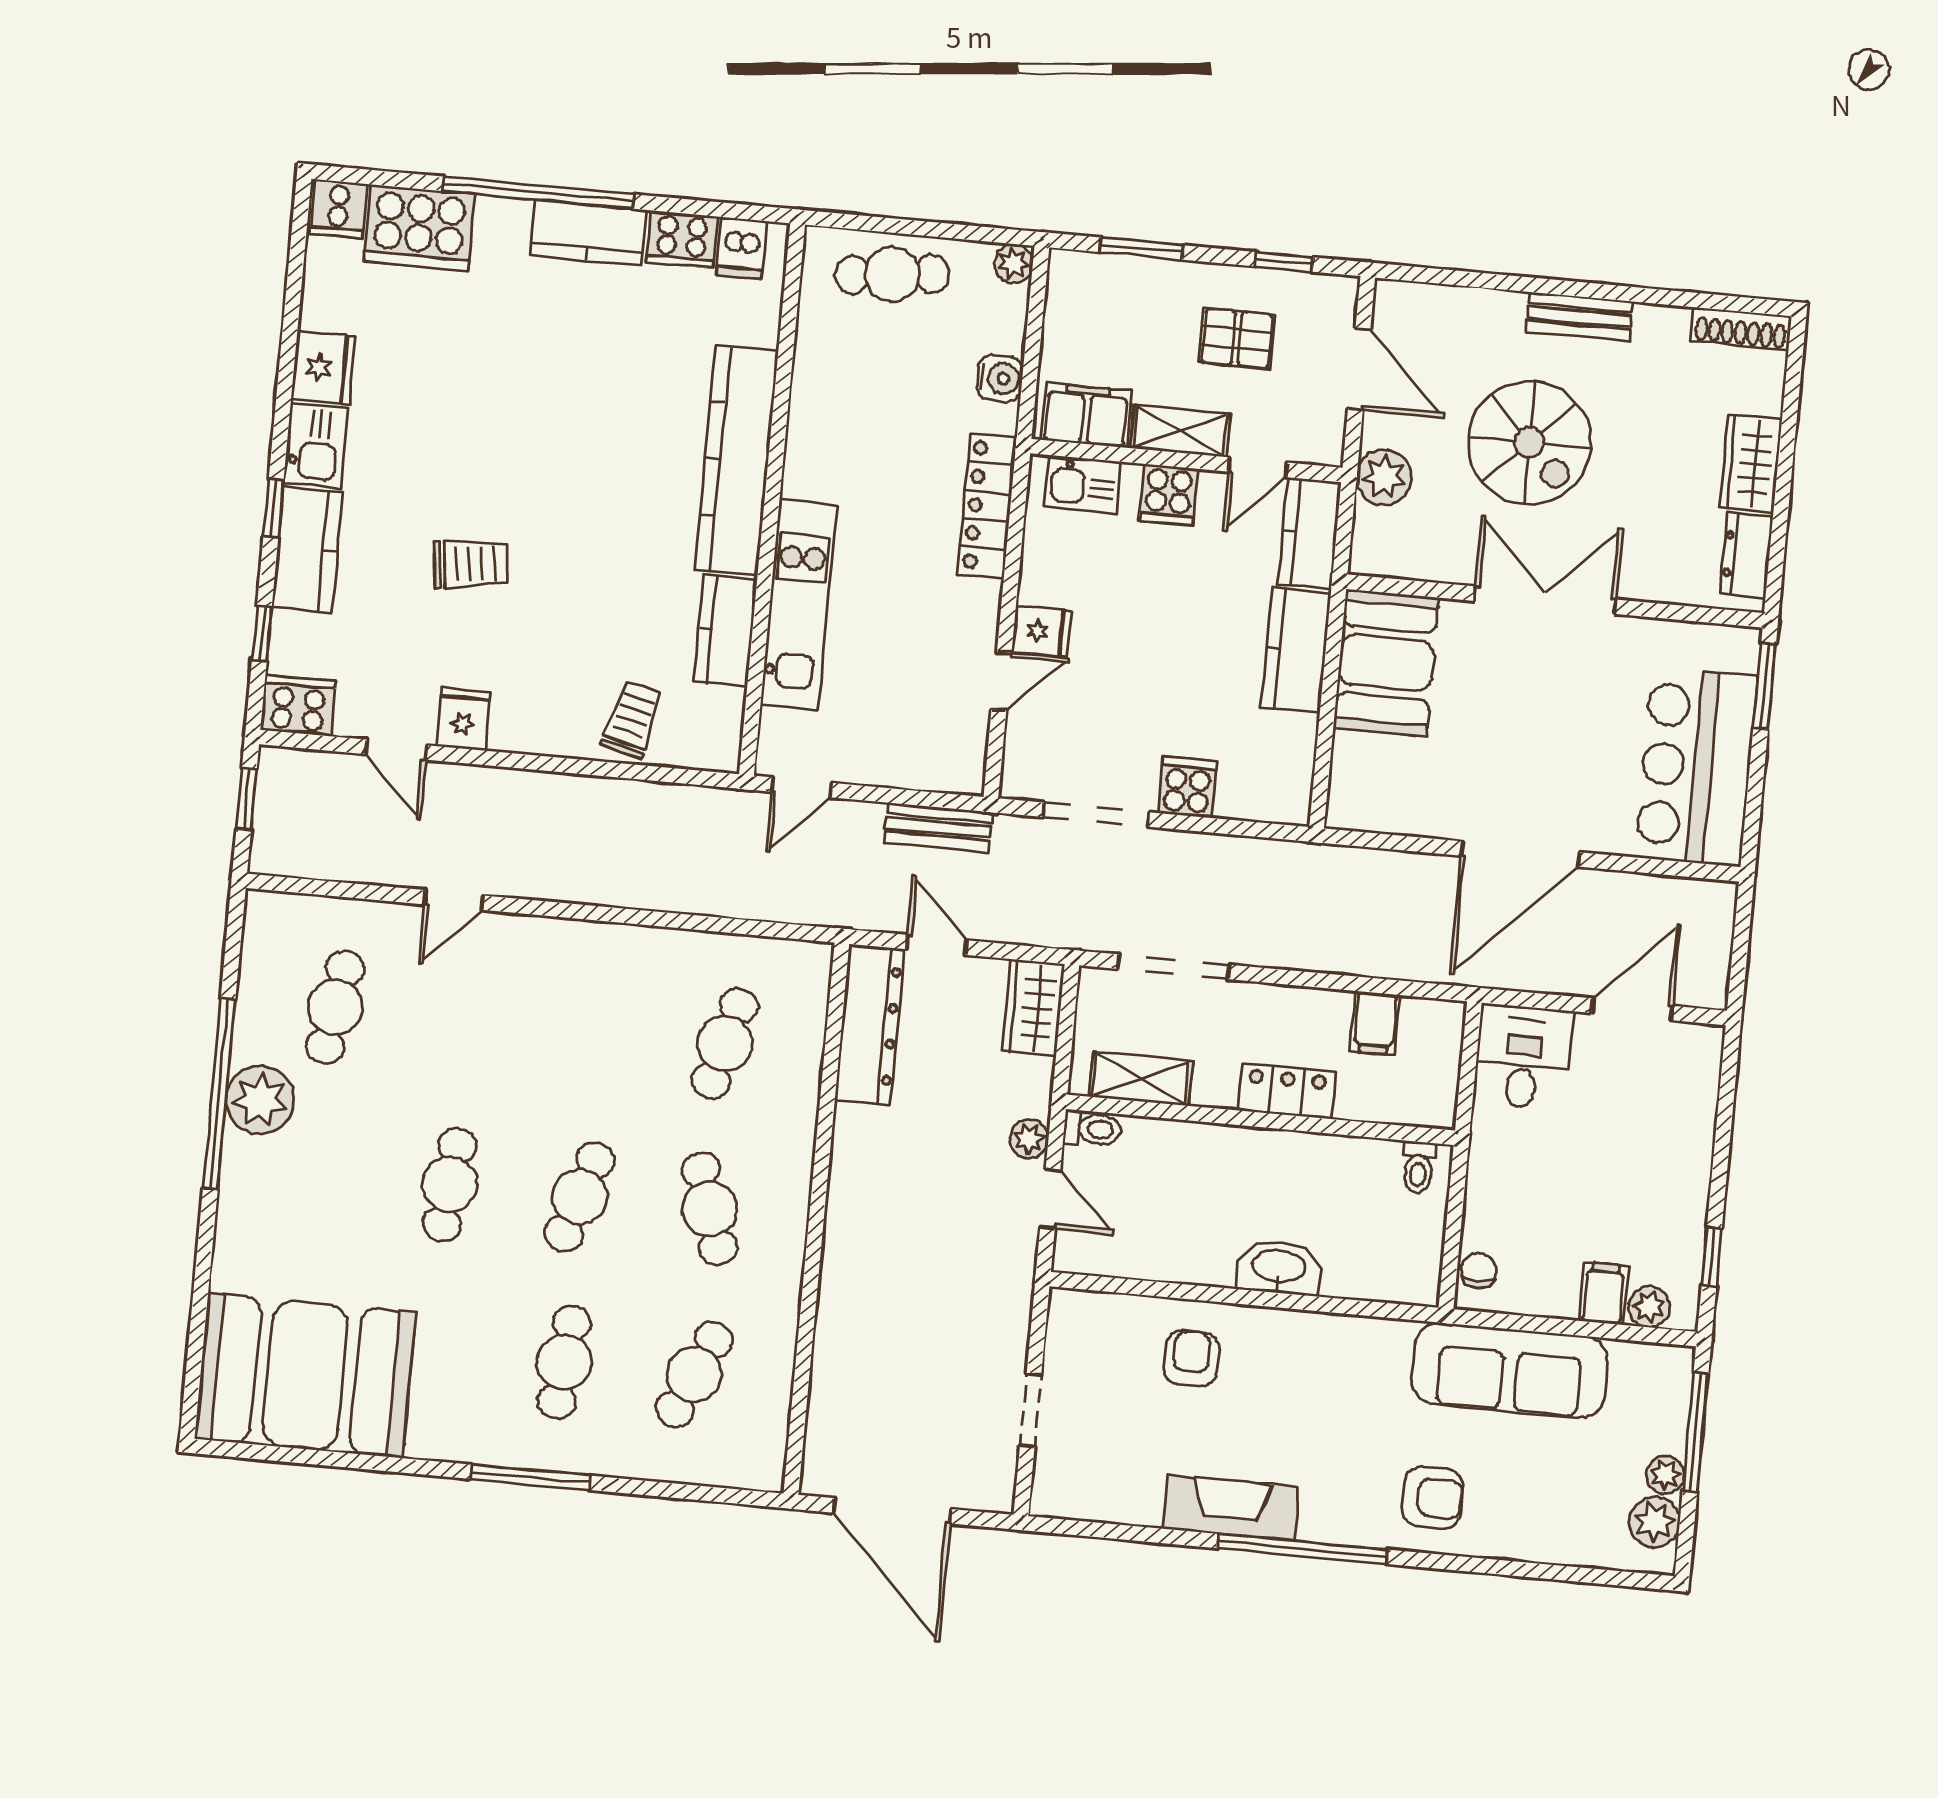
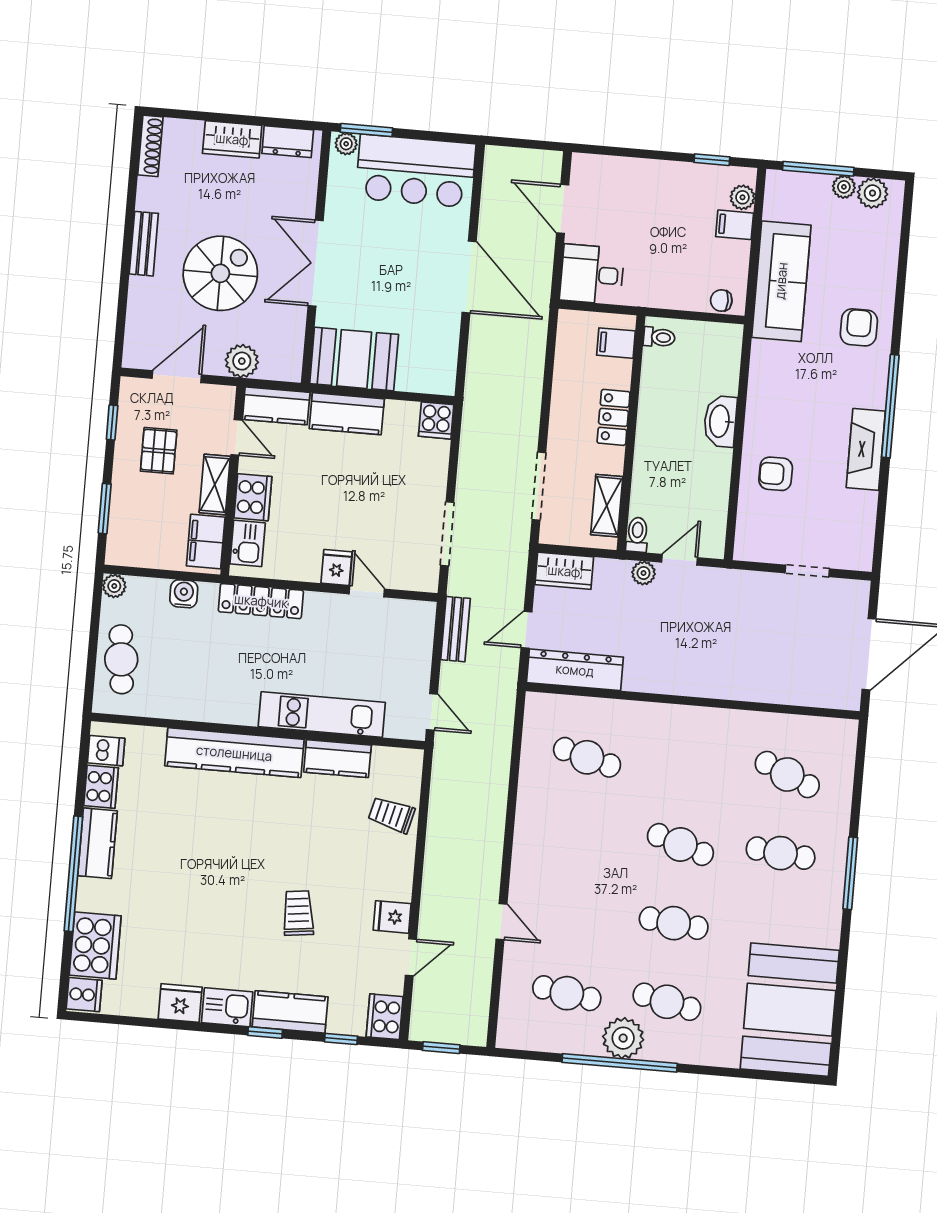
cooker: (1168, 495) -> (253, 497), width x1.36
plant: (1742, 652) -> (346, 144), added
cooker: (1187, 787) -> (436, 420), moved, turned -90
filing cabinet: (1375, 1023) -> (616, 343), moved, turned 180
cafe table: (709, 1209) -> (667, 1002), moved, turned 30

